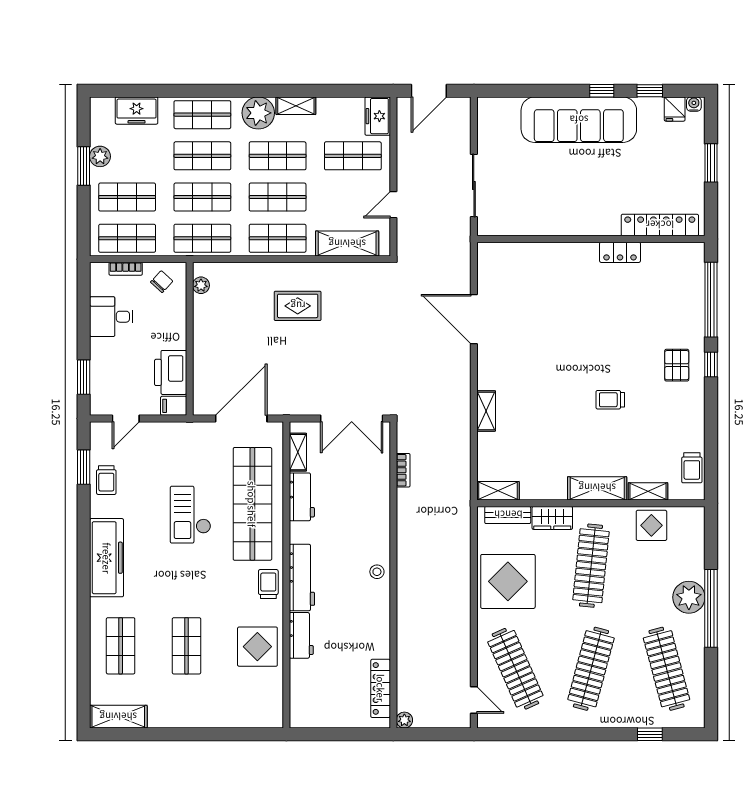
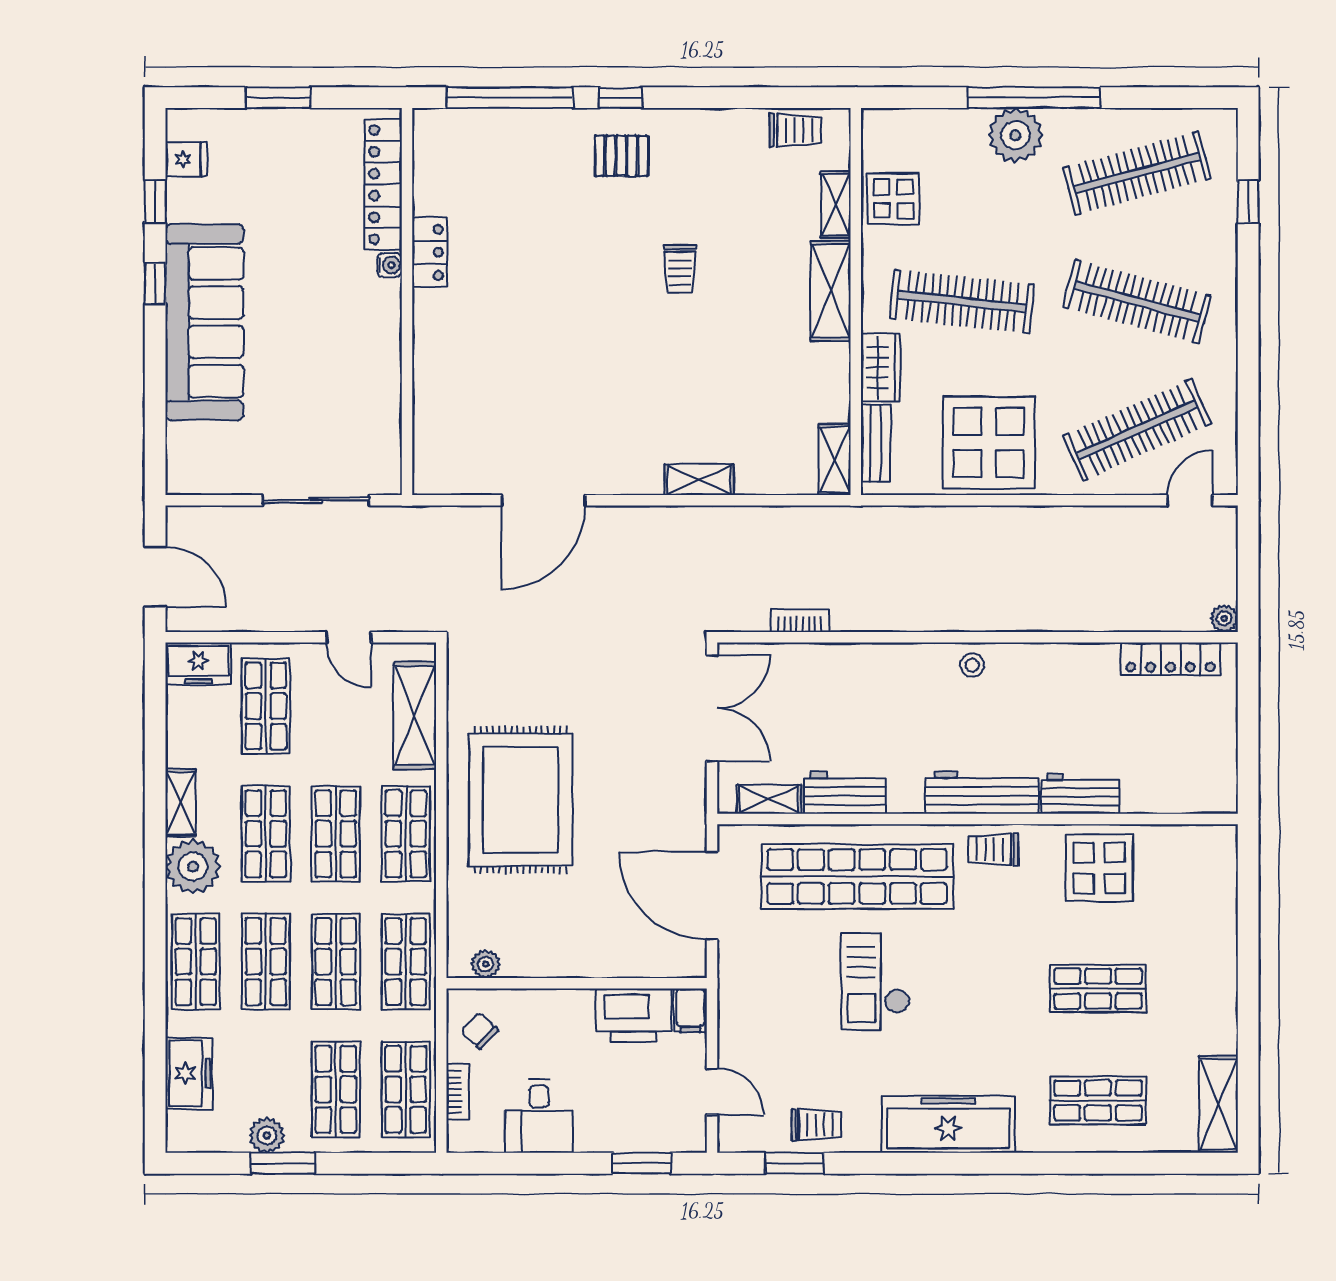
water cooler: (694, 104) -> (389, 265), moved, turned 180
rug: (298, 306) -> (521, 800), width x1.86, depth x2.06
checkout: (191, 515) -> (875, 982), turned 90

